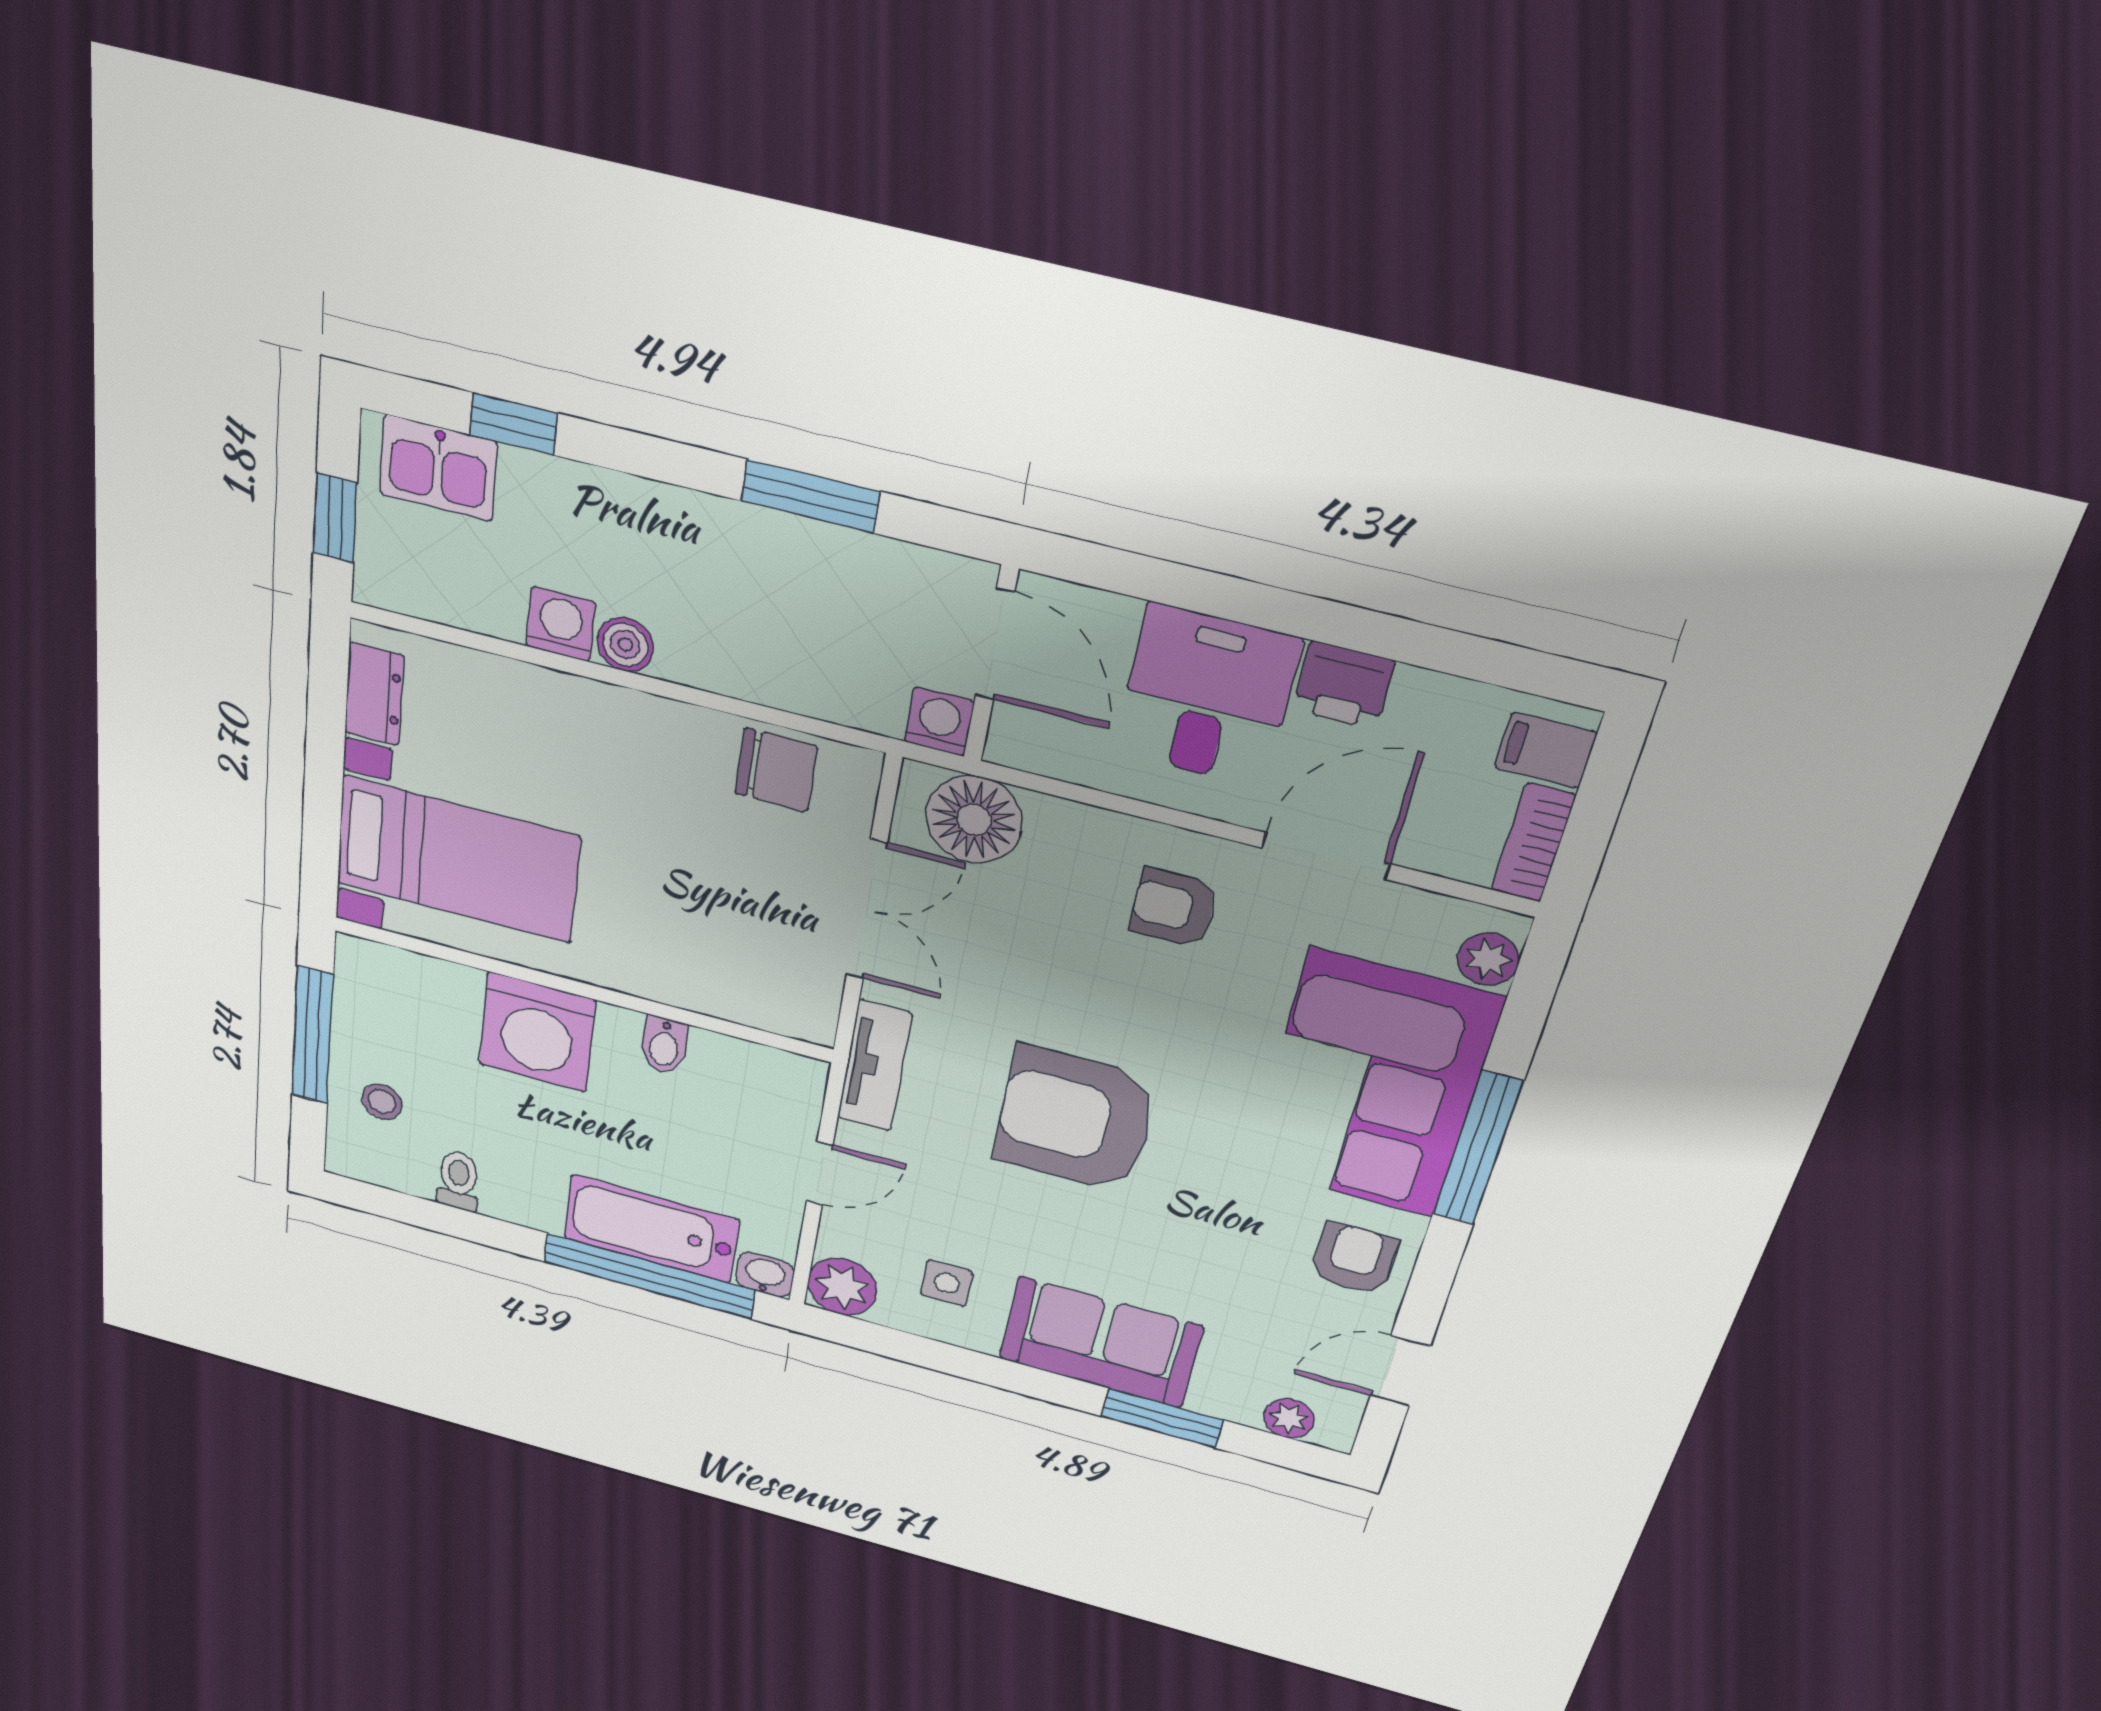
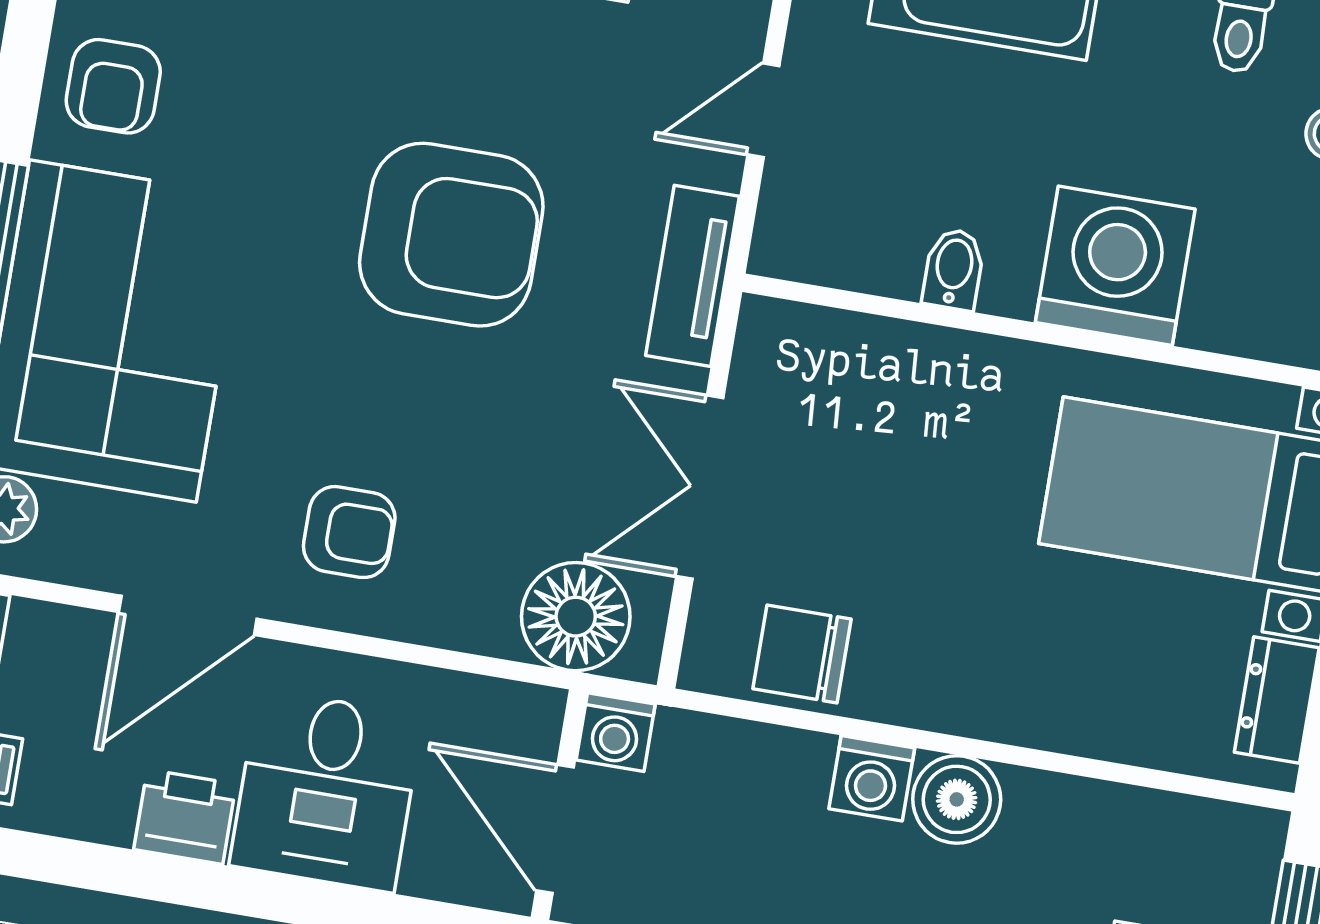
washing machine: (561, 624) -> (872, 778), moved
boiler: (625, 645) -> (957, 799), width x1.36, depth x1.36

